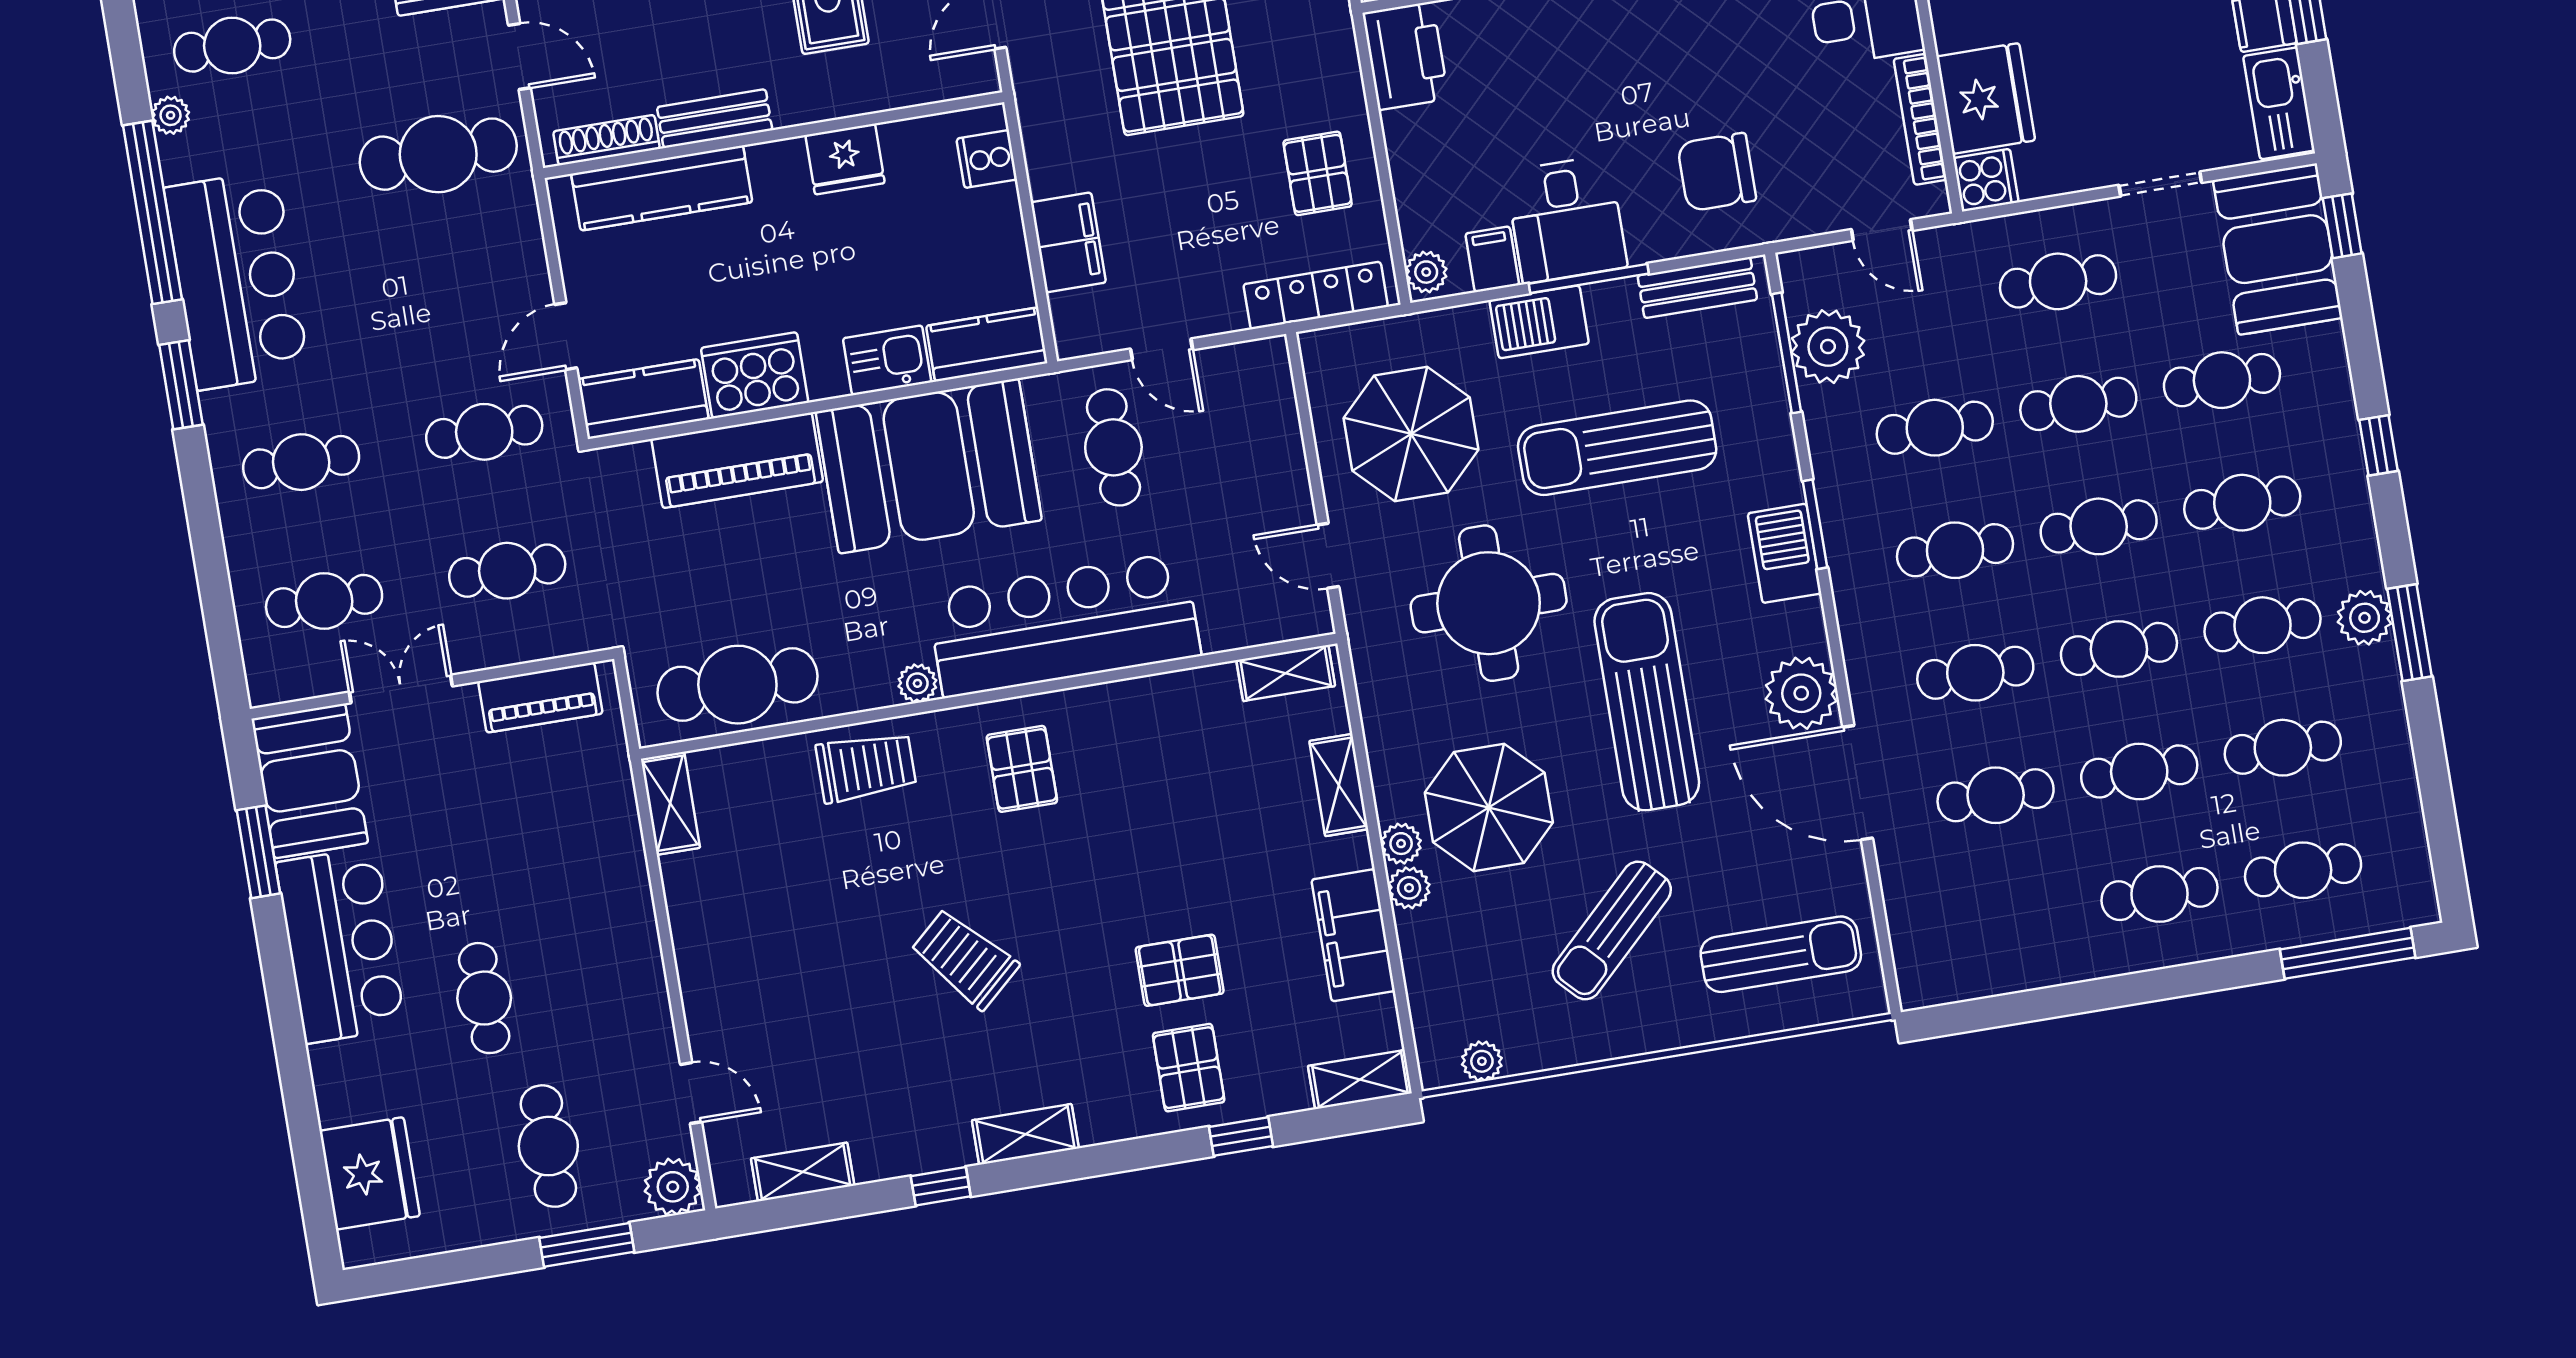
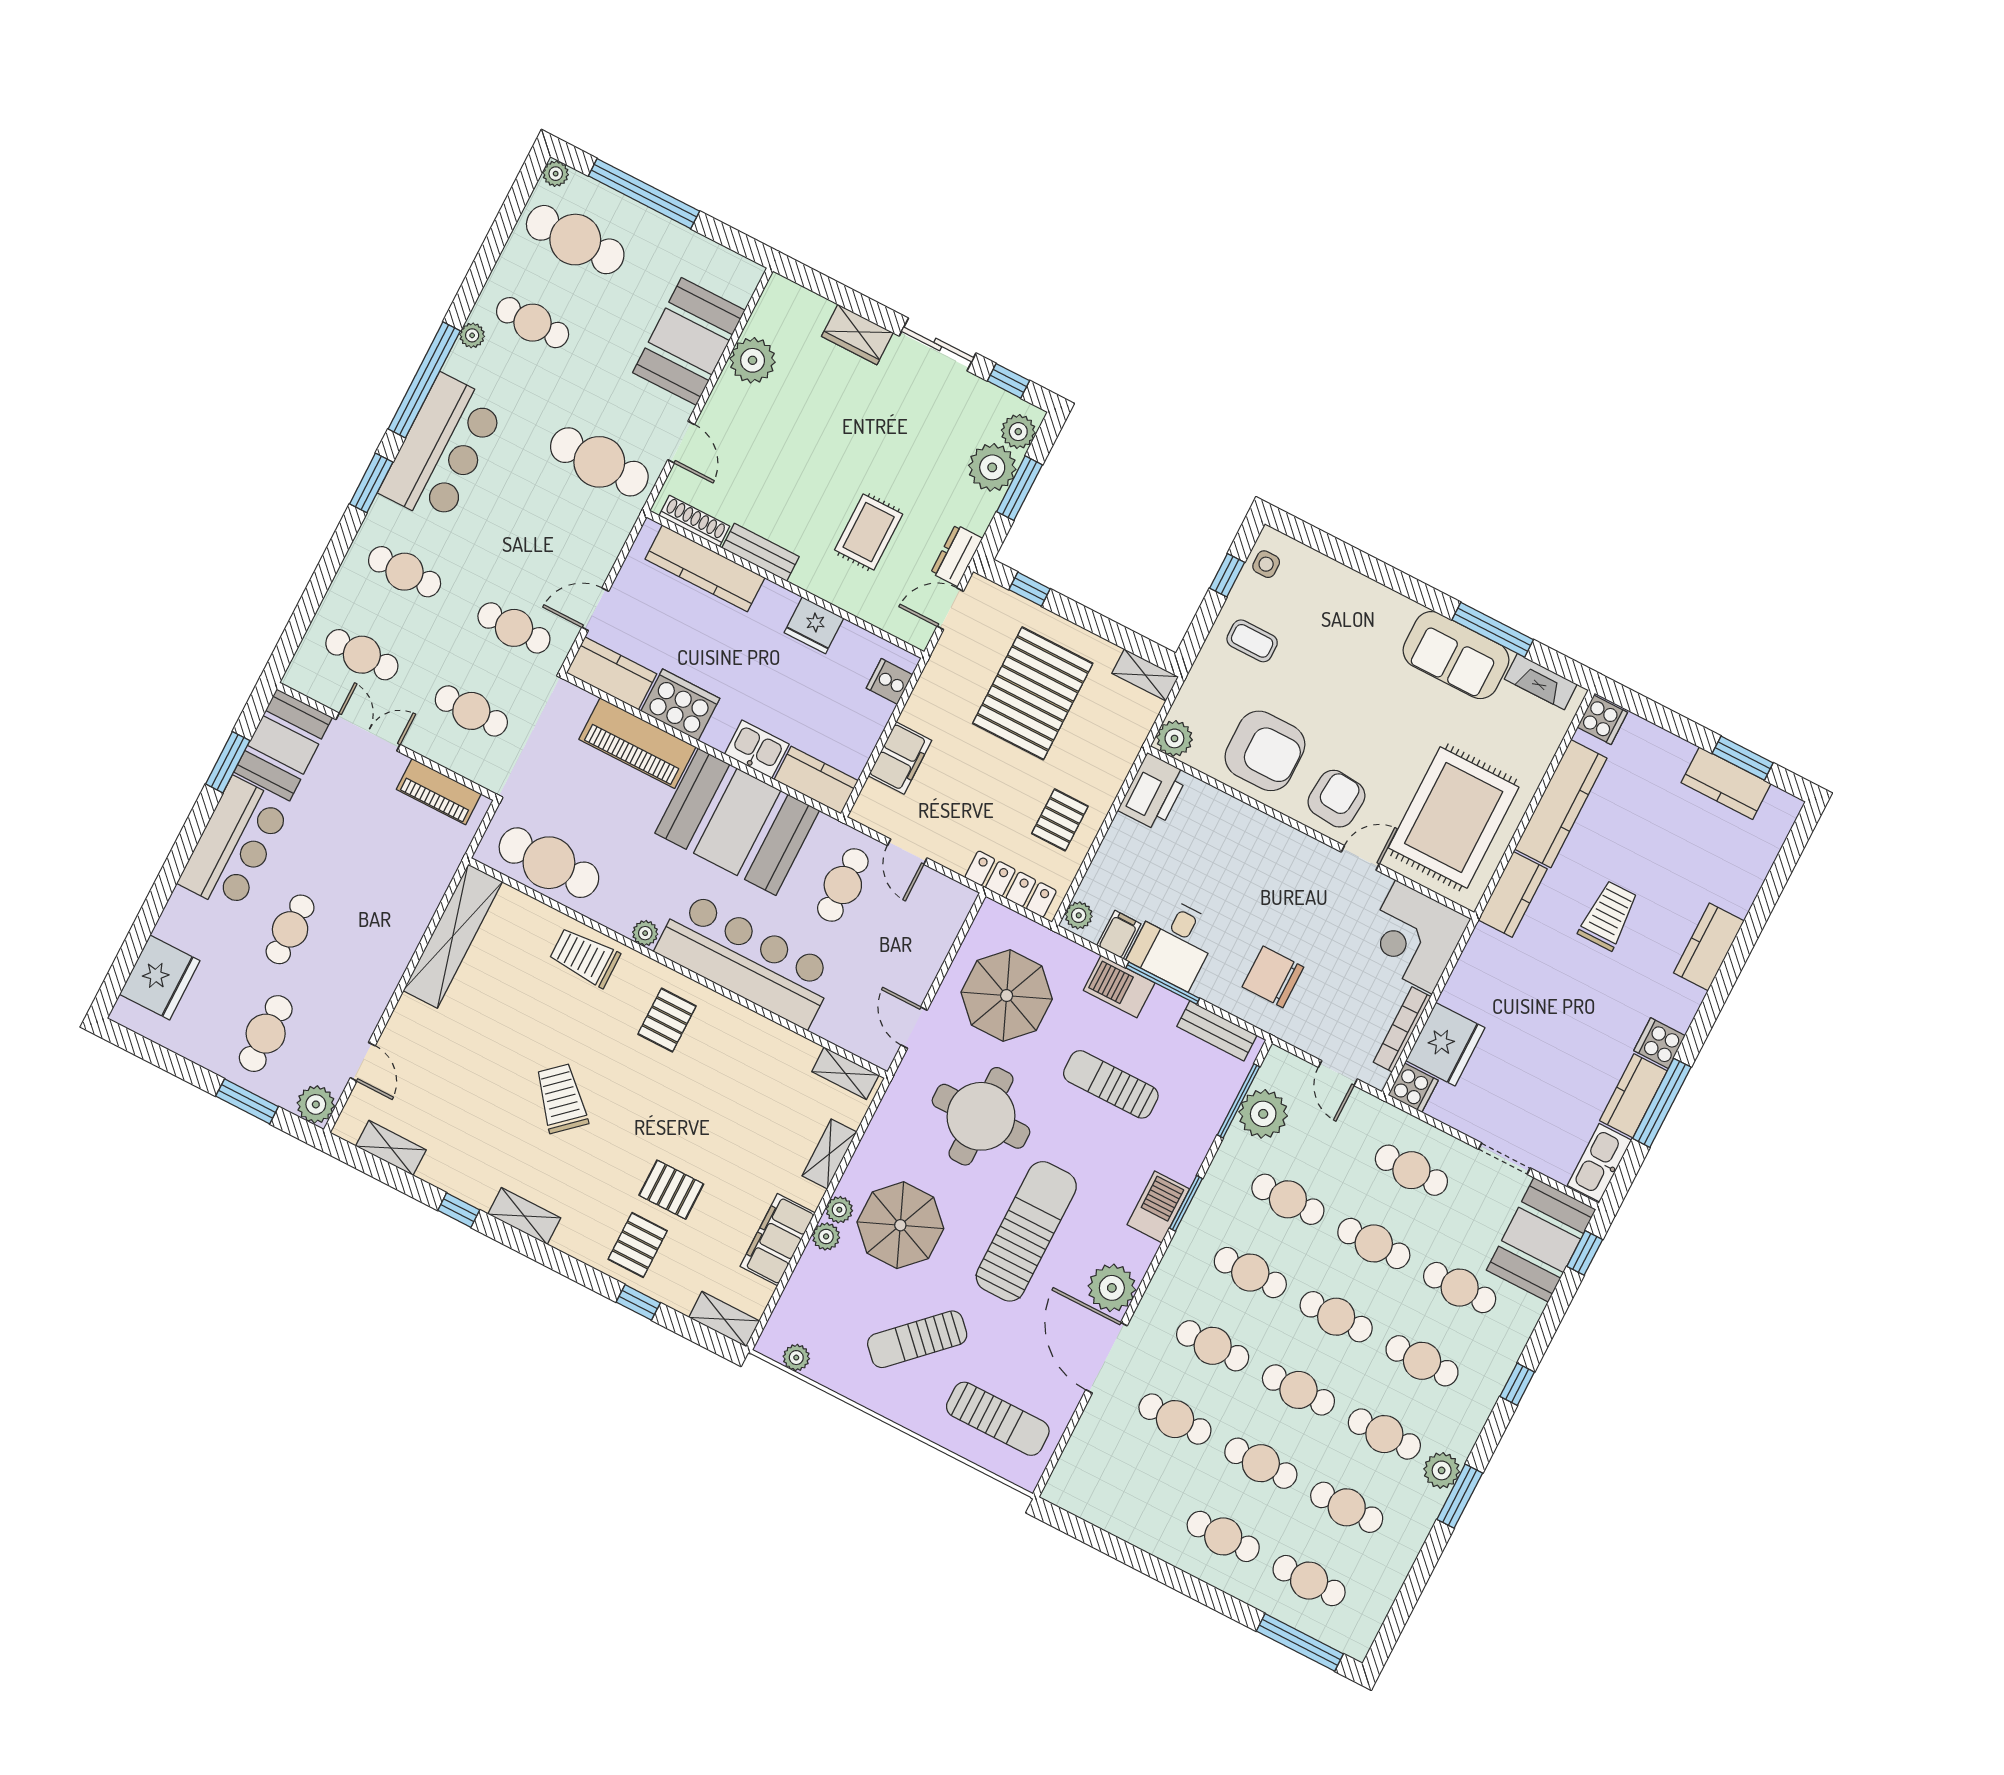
sun lounger: (1617, 448) -> (1111, 1084), width x0.73, depth x0.75
trolley: (866, 767) -> (585, 957), turned 180
shelving: (670, 803) -> (453, 936), width x2.20, depth x1.33

